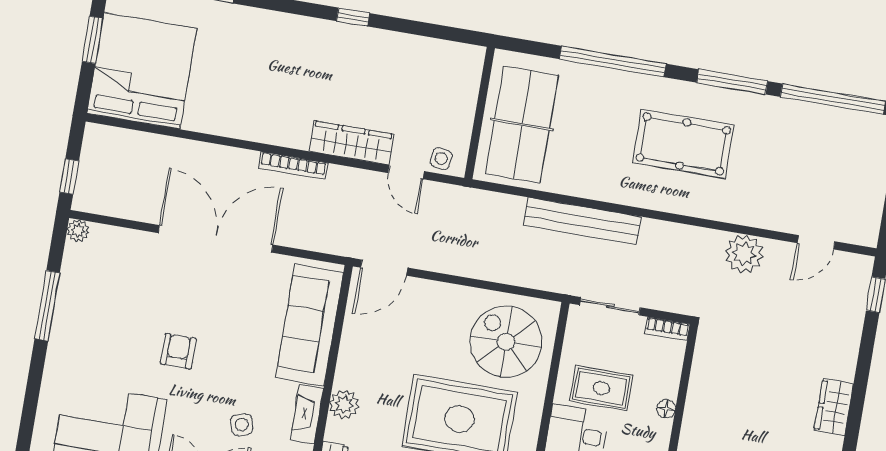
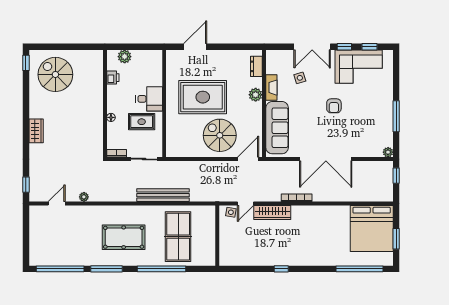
table tennis table: (522, 124) -> (178, 237), moved
door: (406, 172) -> (246, 203), swing flipped
plant: (744, 254) -> (84, 197), width x0.53, depth x0.53
spiral stairs: (506, 342) -> (220, 135), moved, turned 180

